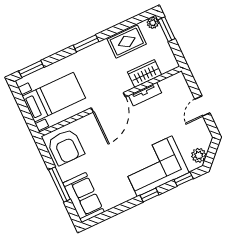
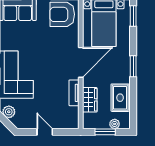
plant: (153, 23) -> (115, 124), moved
window: (166, 29) -> (105, 132), moved
door: (108, 102) -> (81, 62), swing flipped

